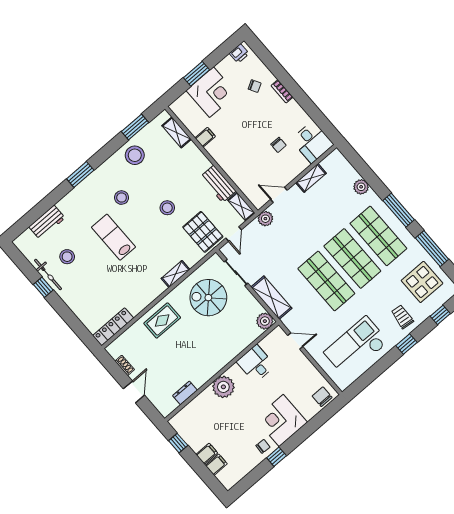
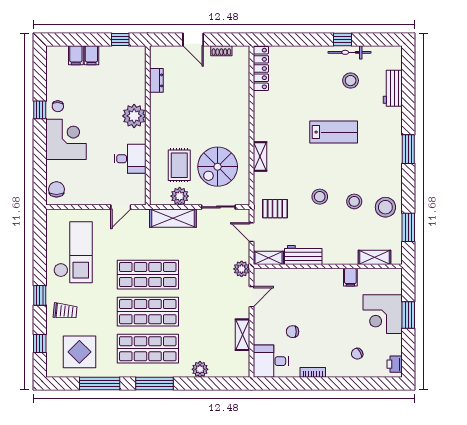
bookcase: (282, 91) -> (313, 372), moved
stool: (122, 198) -> (354, 201), moved
pallet: (203, 232) -> (275, 209), width x0.67, depth x0.71
spiral stairs: (208, 298) -> (218, 167), turned 180
rug: (162, 320) -> (179, 165), moved
plant: (265, 321) -> (180, 196), moved
chair: (322, 397) -> (56, 189), turned -90

